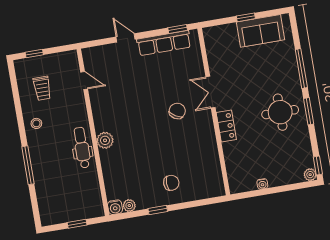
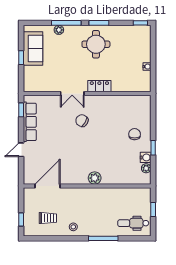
door: (84, 81) -> (47, 186), width x1.88
dental chair: (82, 148) -> (133, 223), moved
plant: (310, 175) -> (59, 30), moved
water cooler: (115, 207) -> (146, 157), moved

